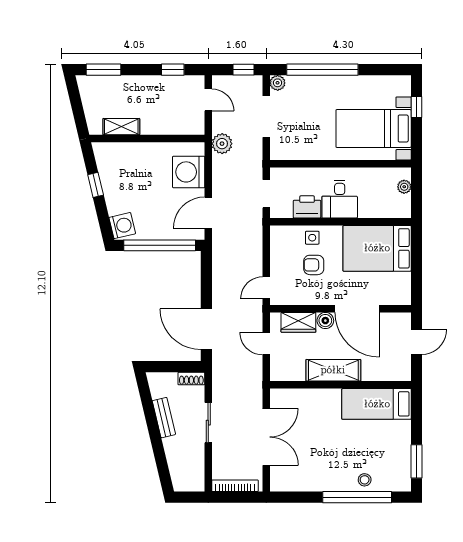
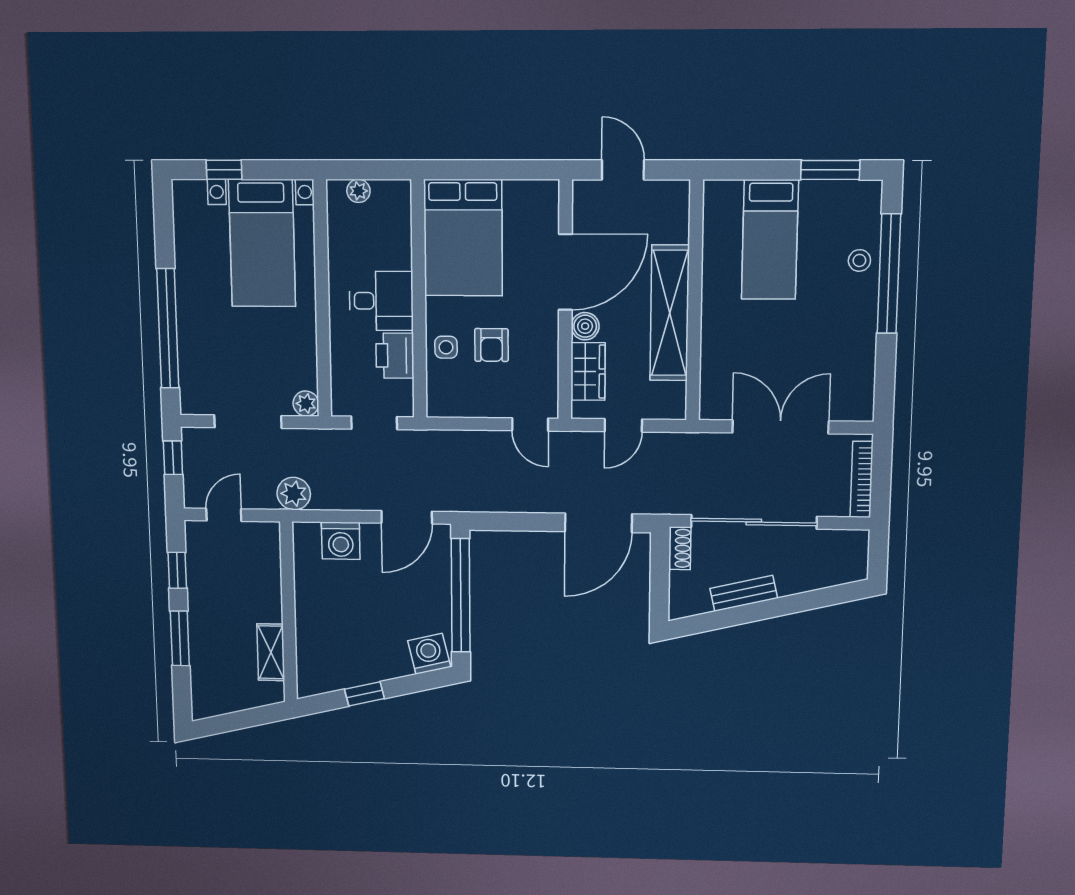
window: (104, 70) -> (180, 638), moved
plant: (278, 83) -> (306, 404), moved
washing machine: (189, 172) -> (341, 541), width x0.73, depth x0.73
door: (208, 213) -> (407, 517), hinge flipped
shelving: (333, 370) -> (670, 313), width x1.47
bed: (377, 404) -> (770, 240), moved
sliding door: (208, 423) -> (754, 522), width x1.86

